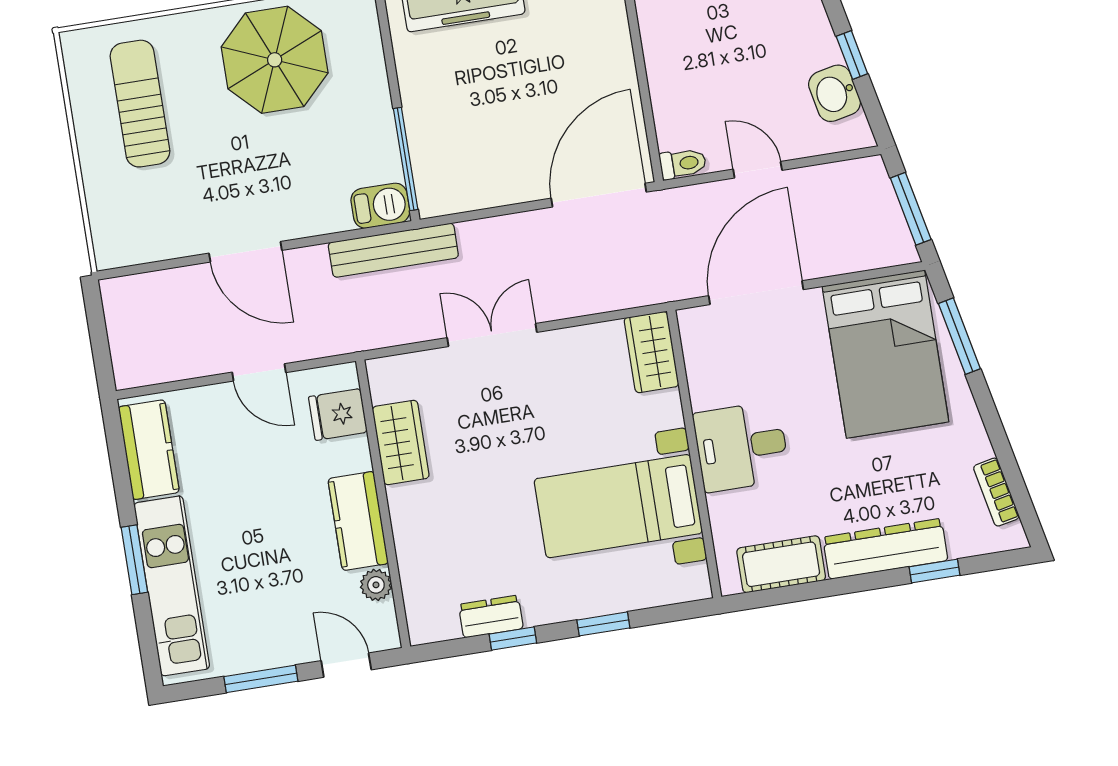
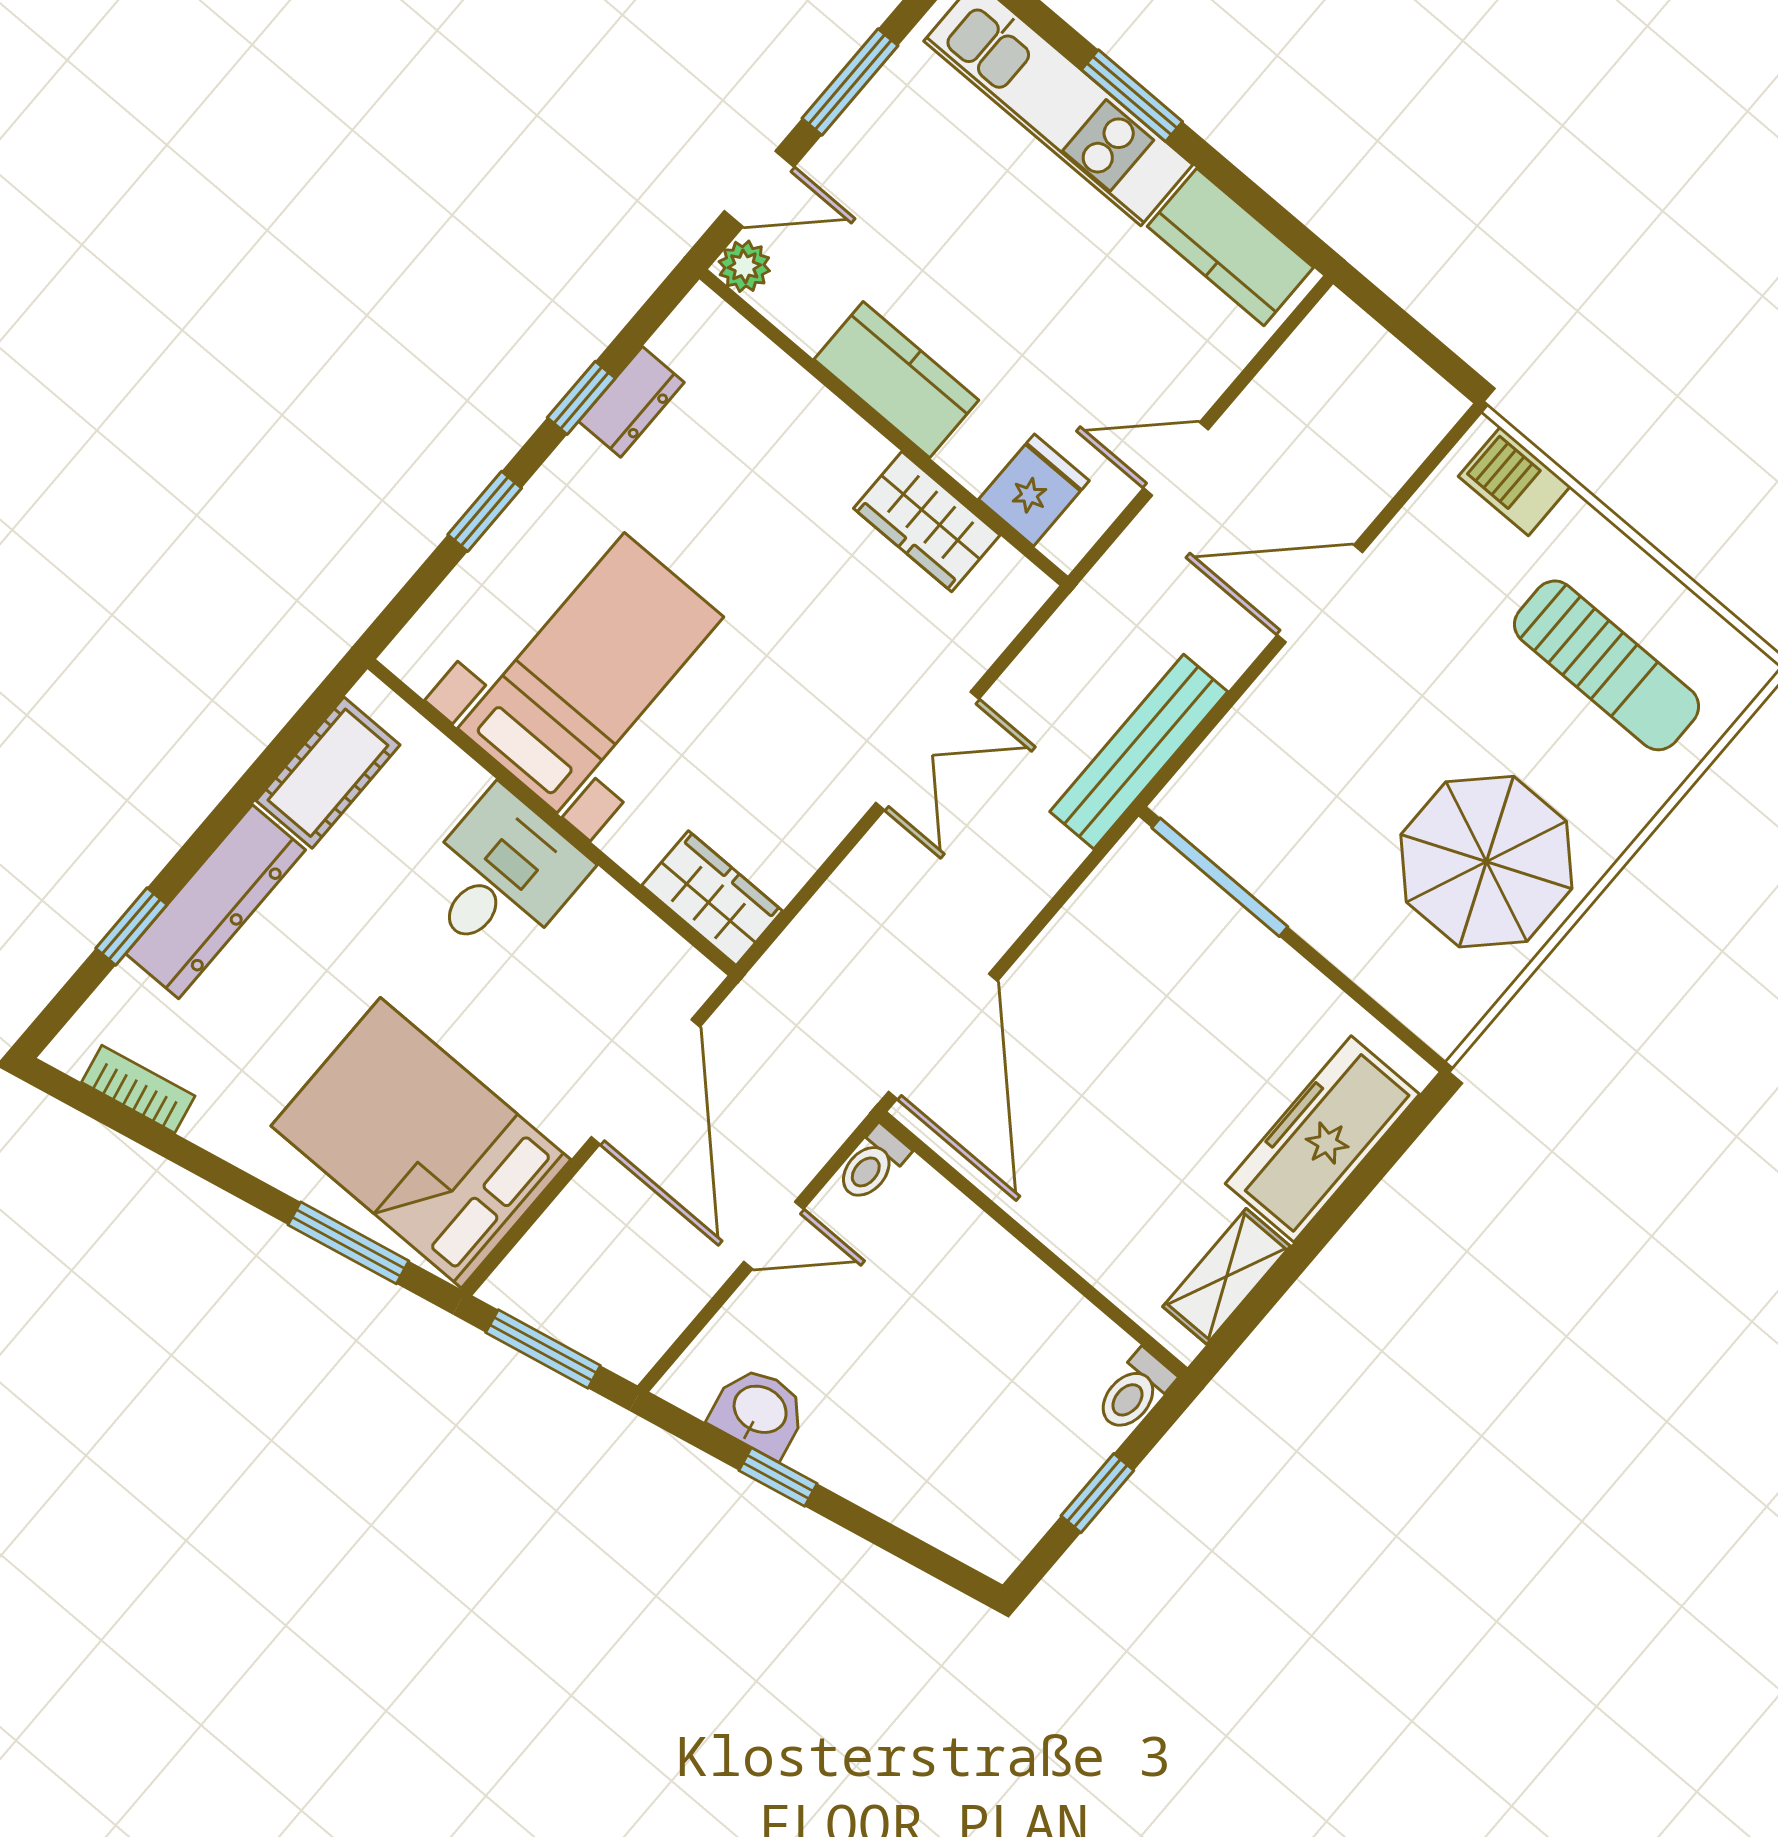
barbecue: (380, 206) -> (1514, 481), moved, turned 90
plant: (376, 585) -> (744, 266), moved

